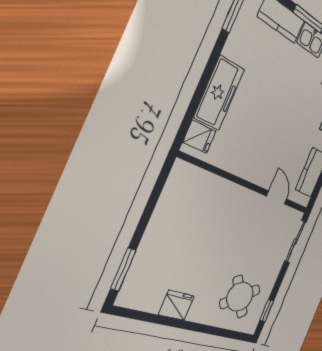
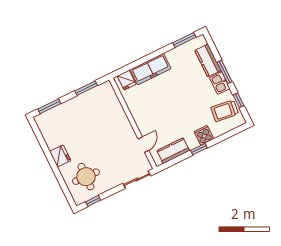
window: (154, 198) -> (86, 88), added
round table: (240, 297) -> (86, 177), turned 36
fridge: (177, 305) -> (60, 156), moved

